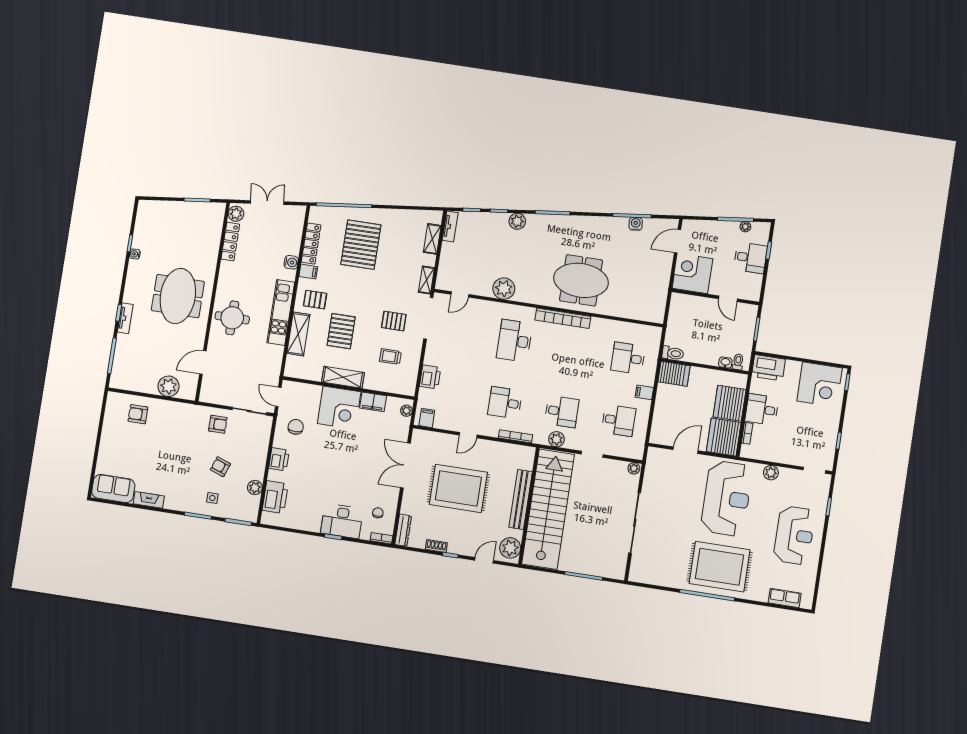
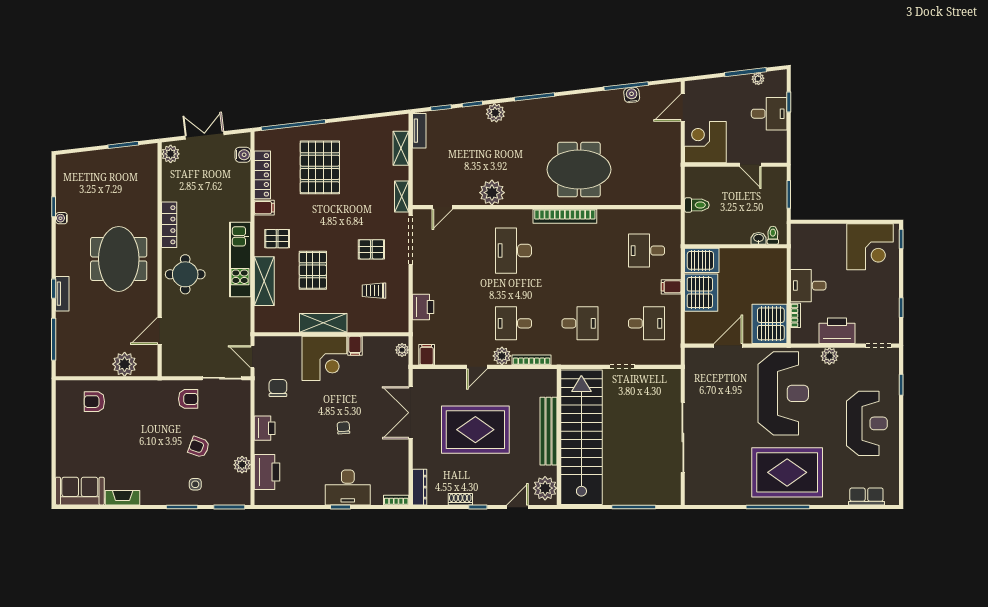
locker: (230, 242) -> (169, 225), moved
water cooler: (291, 262) -> (243, 155), moved
toilet: (673, 353) -> (697, 205), moved
printer: (768, 368) -> (837, 331), moved, turned 180
filing cabinet: (373, 402) -> (355, 346), width x0.50
server rack: (730, 403) -> (701, 293), moved, turned 180
plant: (556, 439) -> (502, 356), moved
plant: (634, 468) -> (672, 376), removed
chair: (378, 513) -> (343, 428), moved

